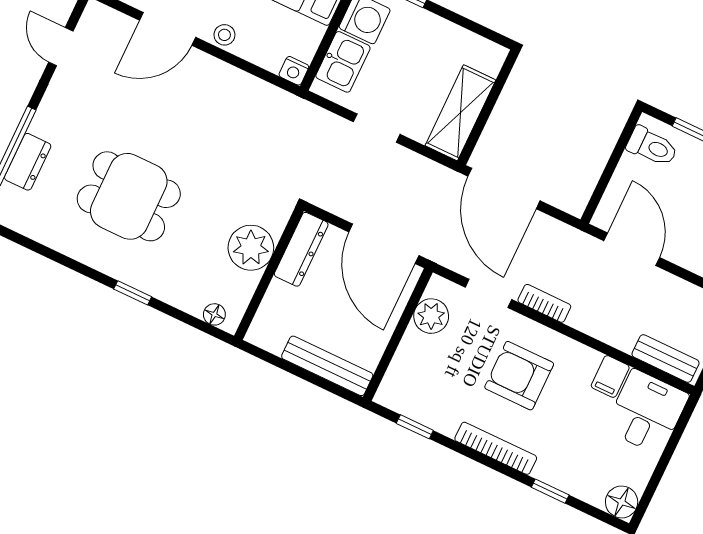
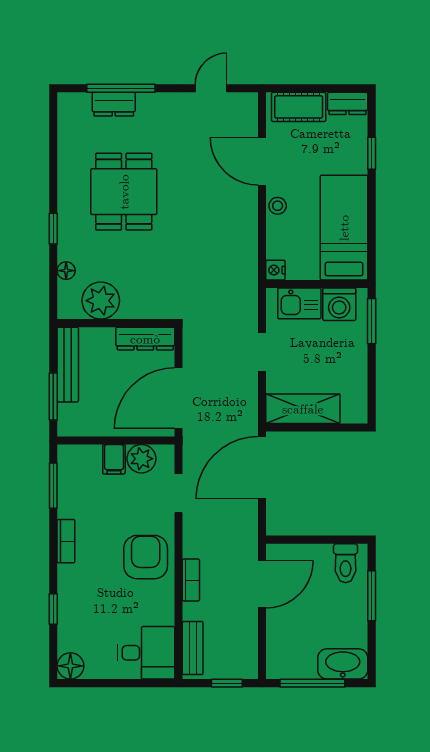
plant: (251, 248) -> (101, 301), moved
bookcase: (544, 303) -> (191, 580), moved
floor lamp: (214, 314) -> (66, 271), moved
bench: (327, 366) -> (68, 365), moved
armchair: (519, 376) -> (146, 557), moved
filing cabinet: (610, 376) -> (114, 459), moved, turned -90
window: (317, 380) -> (53, 396), added
window: (415, 427) -> (53, 486), width x1.50
bookcase: (496, 448) -> (66, 541), width x0.64

